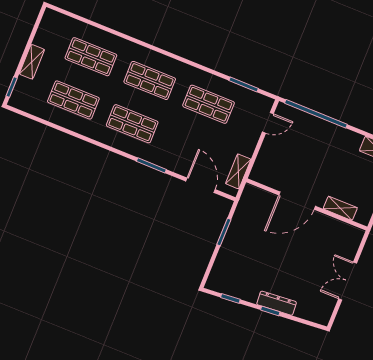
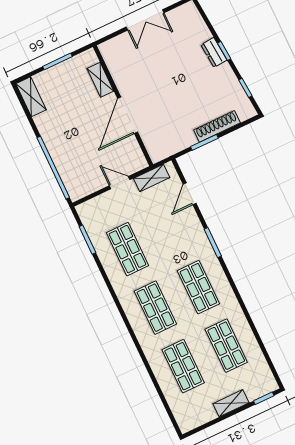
door: (268, 123) -> (120, 183), moved
door: (200, 185) -> (190, 194), width x0.73
door: (297, 201) -> (128, 115), swing flipped
shoe rack: (225, 252) -> (217, 126), added
dresser: (277, 303) -> (214, 52), width x0.70

